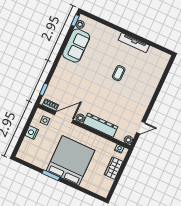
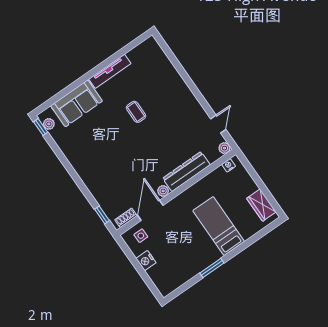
sofa: (76, 46) -> (77, 103), moved, turned 90
bed: (70, 161) -> (219, 226), width x0.49
wardrobe: (114, 168) -> (261, 205), moved

